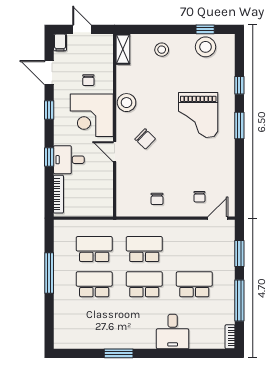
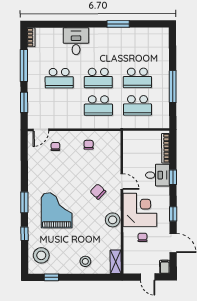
stool: (206, 47) -> (41, 255), moved

